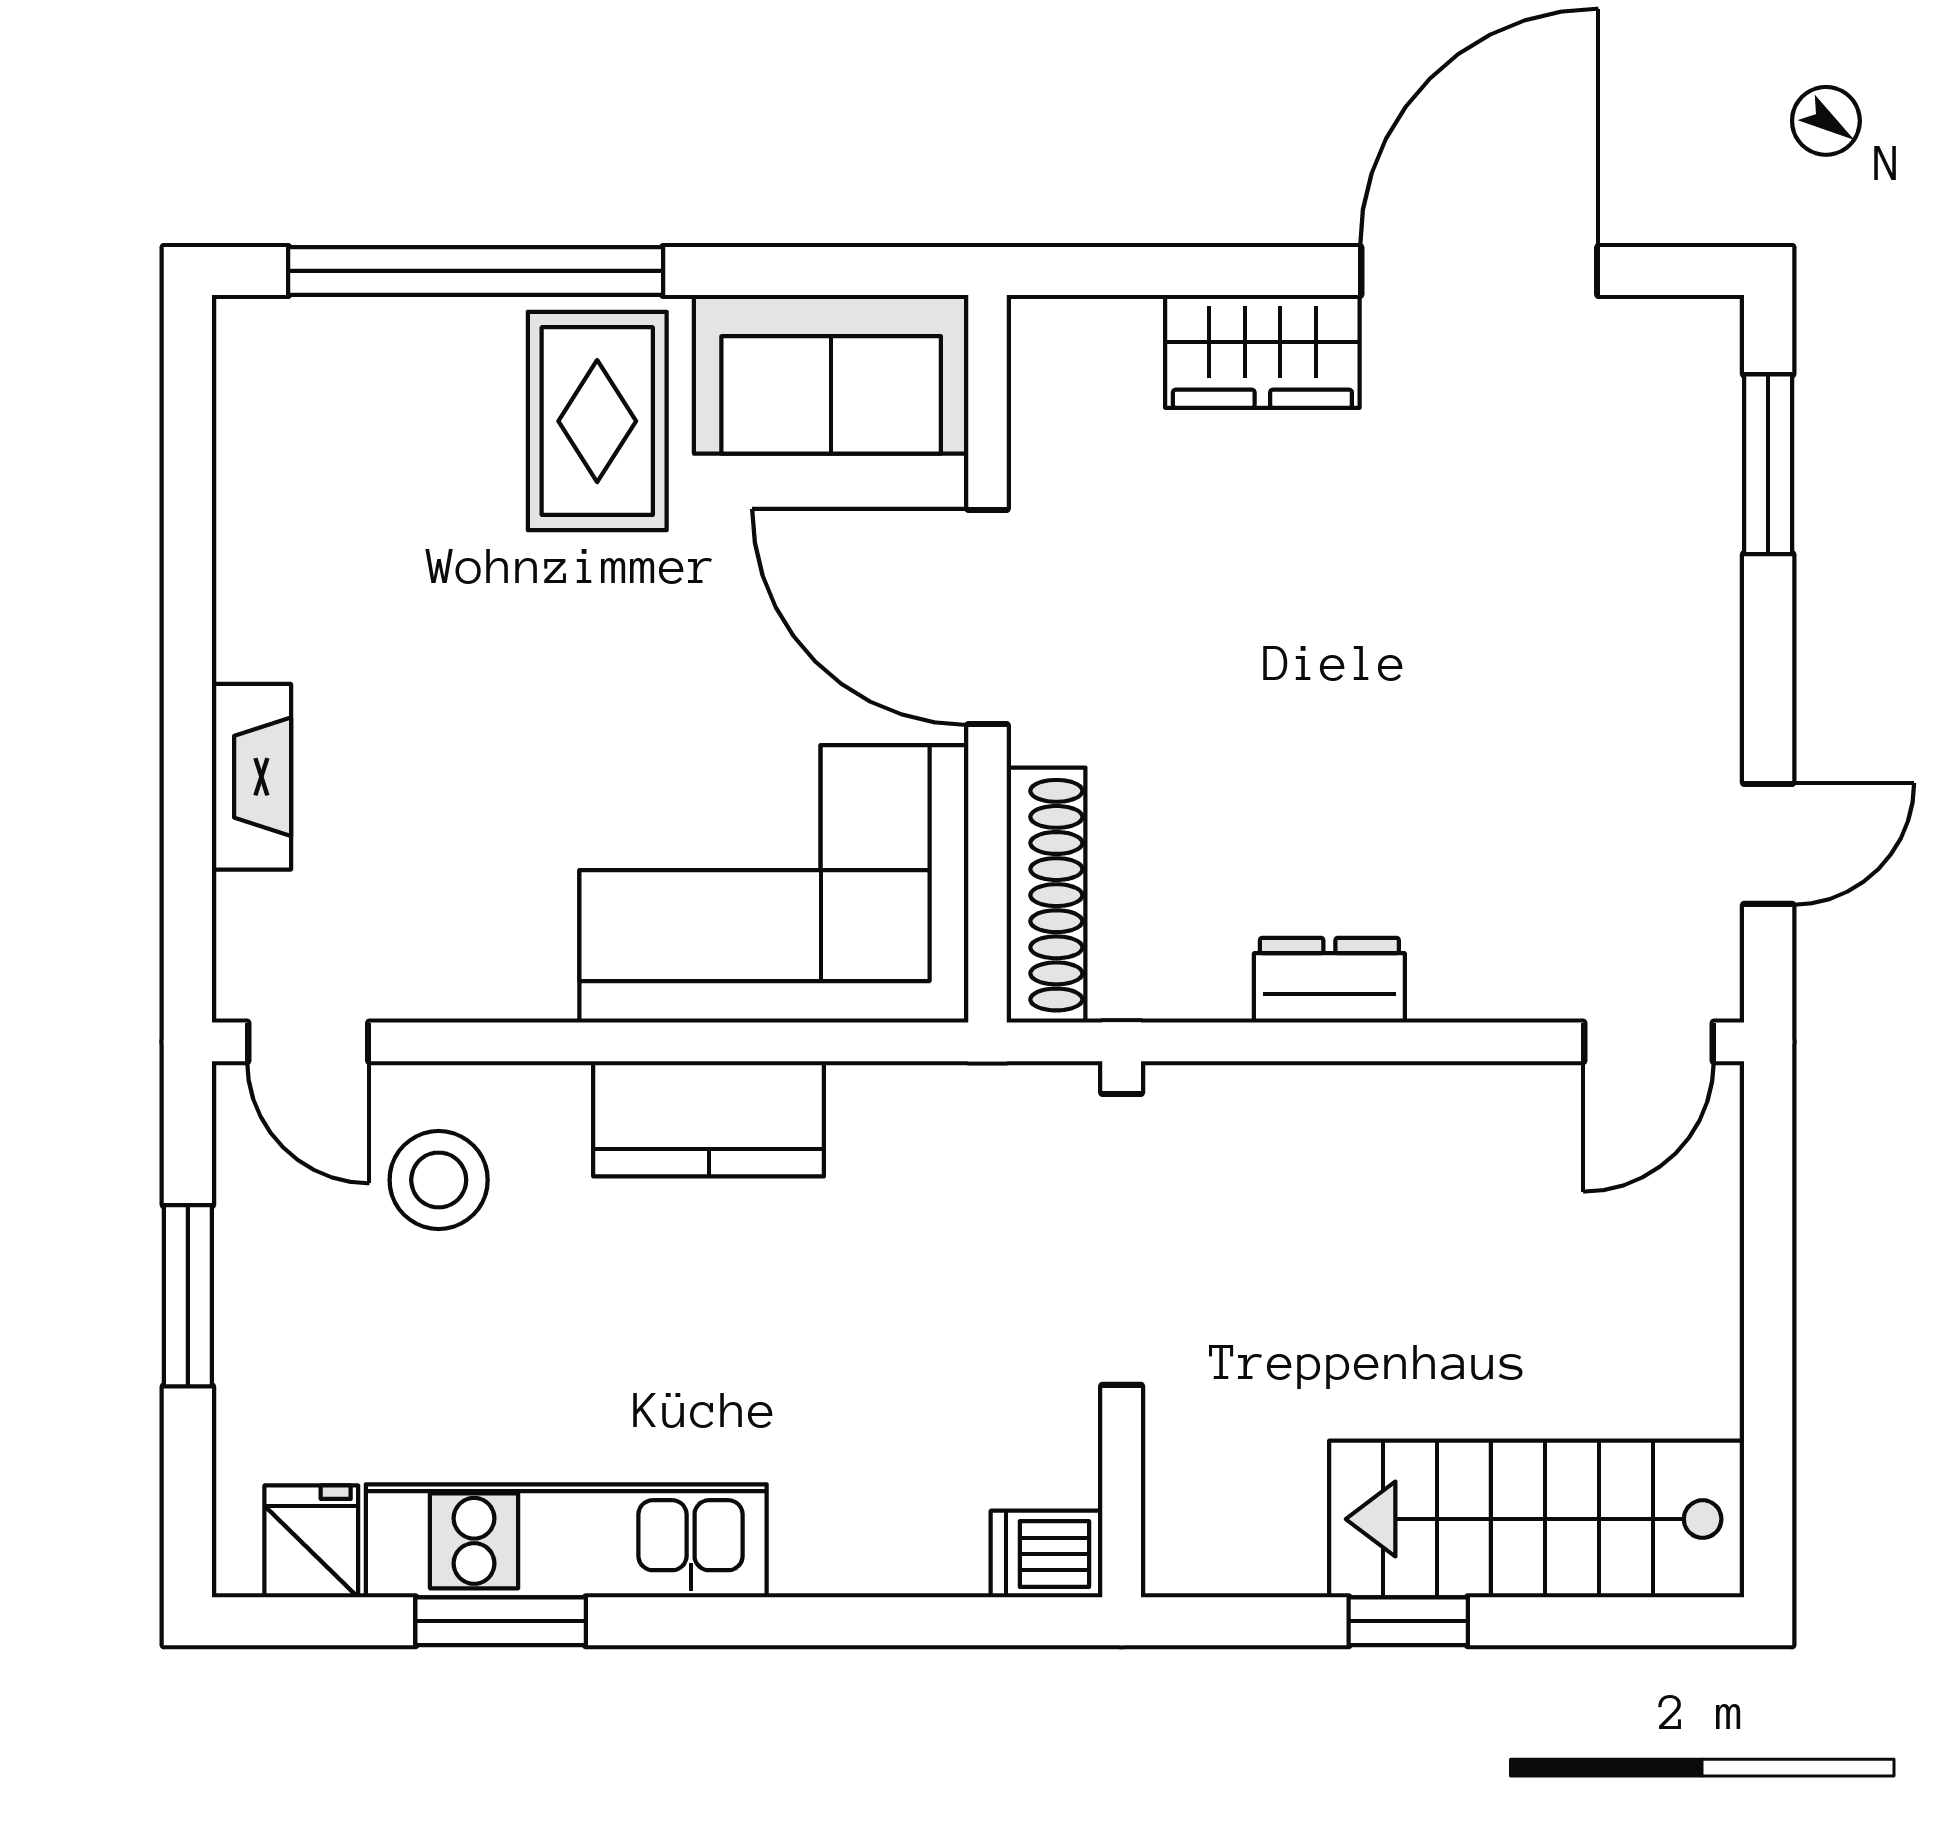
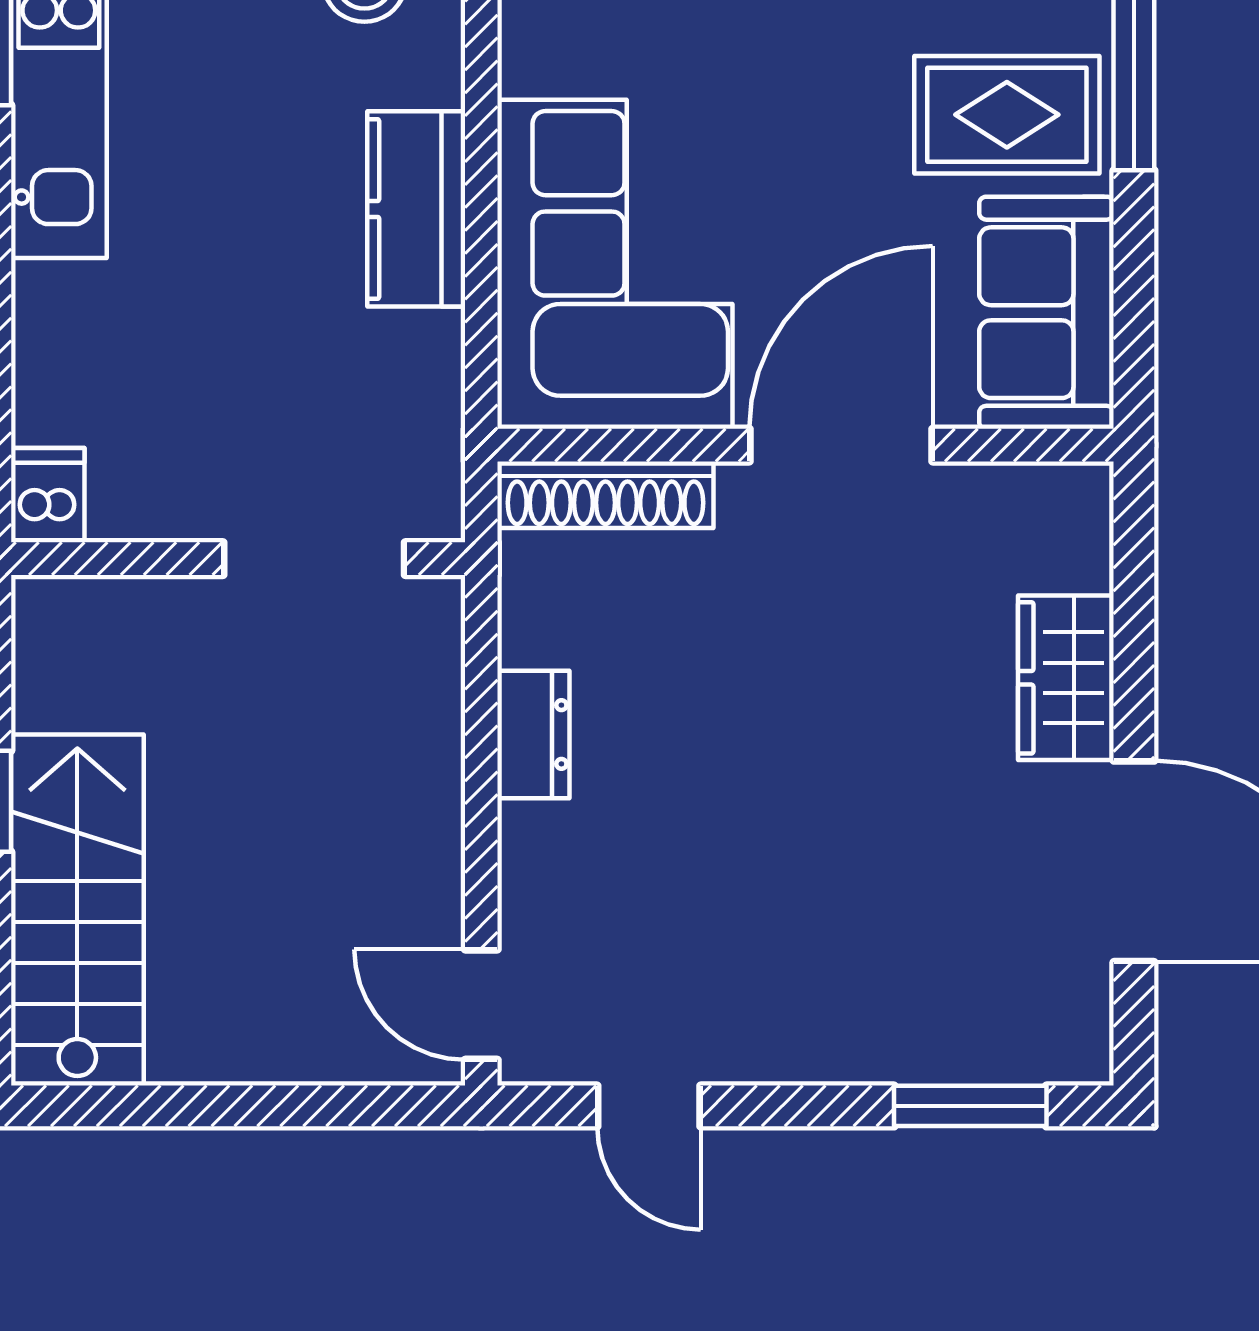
doorway: (1122, 1239) -> (314, 559), width x0.73

